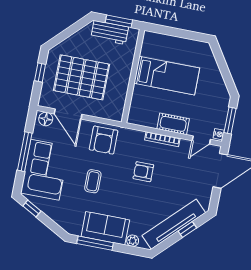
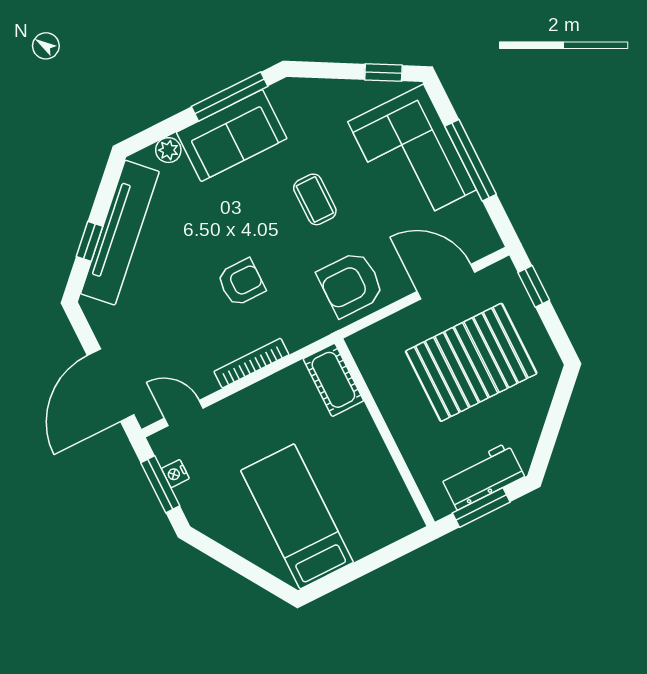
window: (40, 72) -> (534, 286), moved
bed: (167, 76) -> (297, 516), moved, turned 90
floor lamp: (46, 119) -> (478, 244), removed
cot: (173, 124) -> (333, 380), moved, turned 90
nightstand: (219, 134) -> (175, 474), moved
armchair: (104, 140) -> (351, 284), turned -90
door: (201, 140) -> (184, 413), hinge flipped

